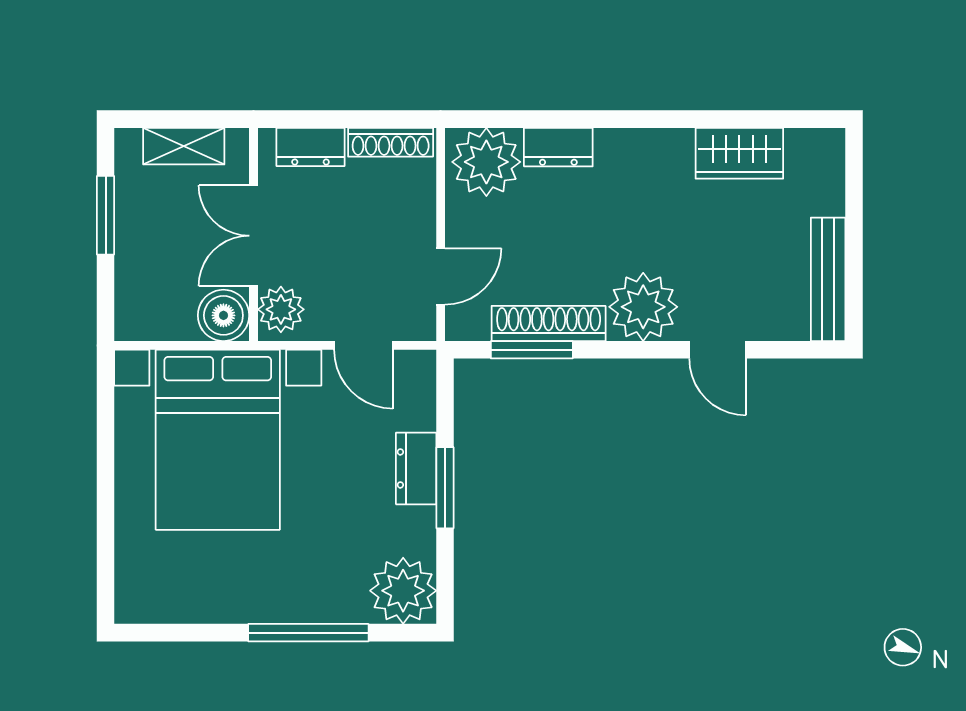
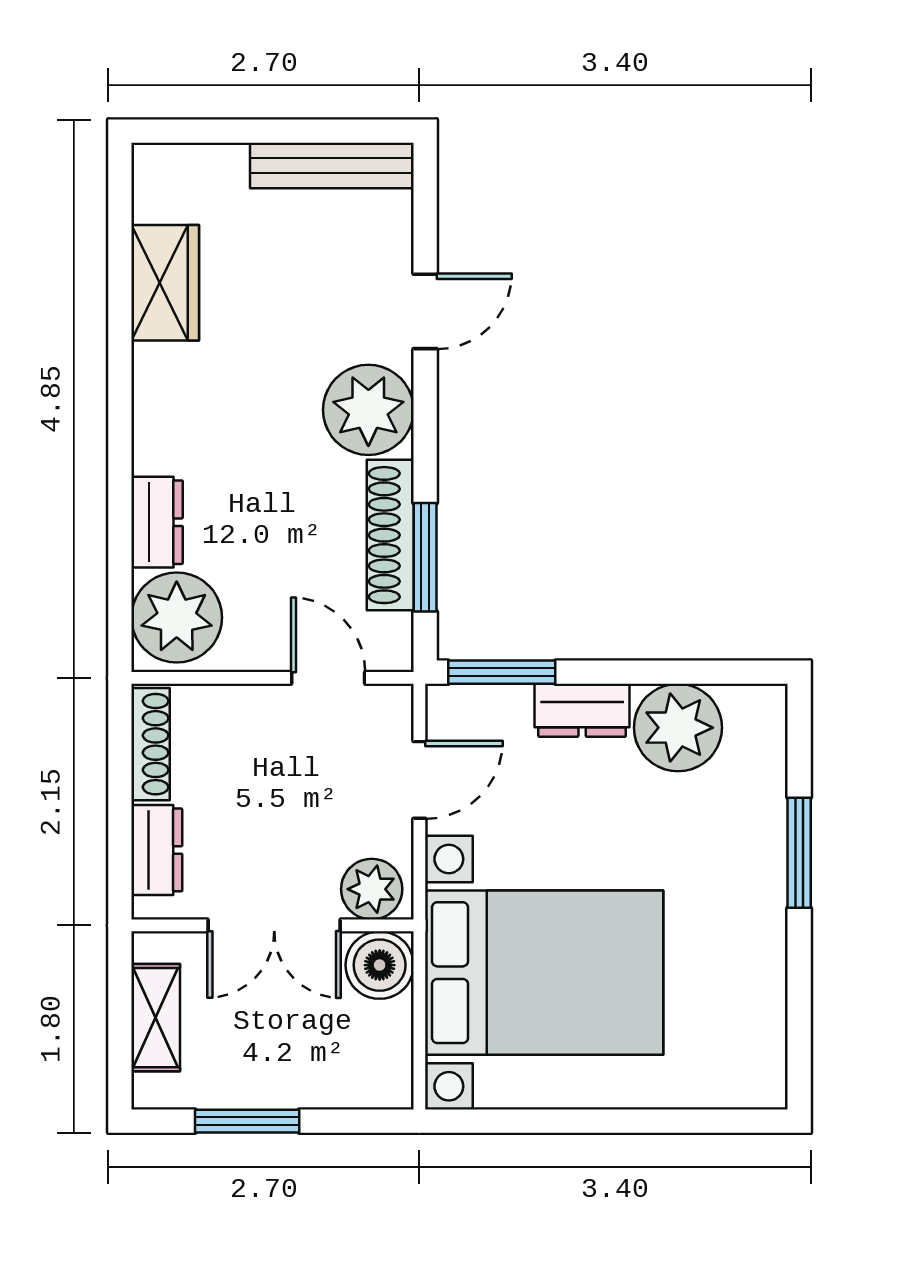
window: (445, 488) -> (502, 672), moved
plant: (403, 591) -> (678, 728), moved
window: (308, 633) -> (799, 853), width x0.69

